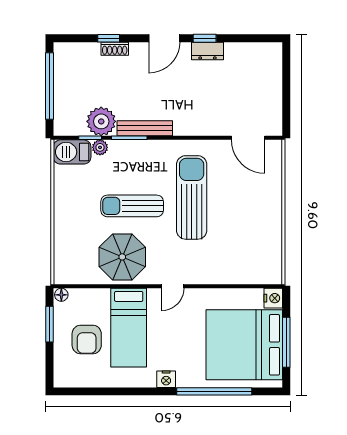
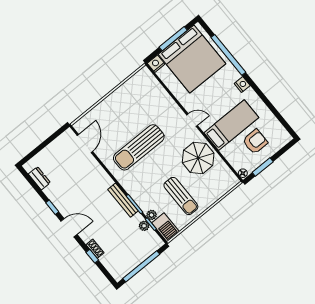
dresser: (207, 51) -> (39, 178), moved
plant: (101, 121) -> (144, 226), width x0.53, depth x0.53
sun lounger: (132, 206) -> (181, 196), moved

